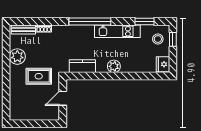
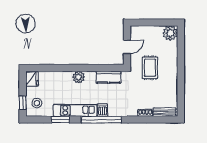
window: (145, 22) -> (60, 120), moved
dishwasher: (89, 32) -> (103, 110), added
plant: (17, 57) -> (170, 33), moved
rug: (39, 76) -> (150, 68), turned 90

